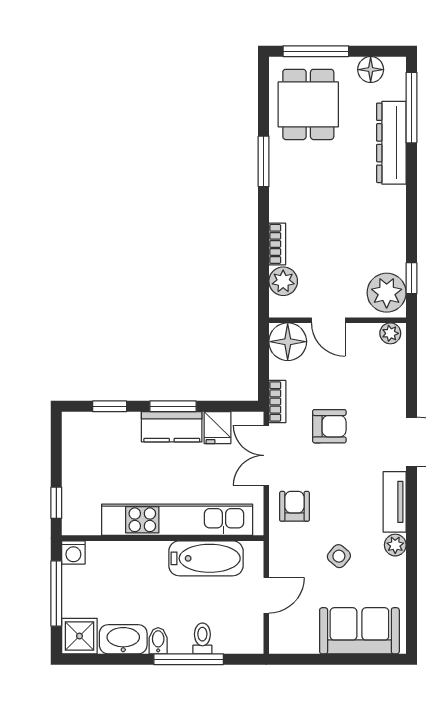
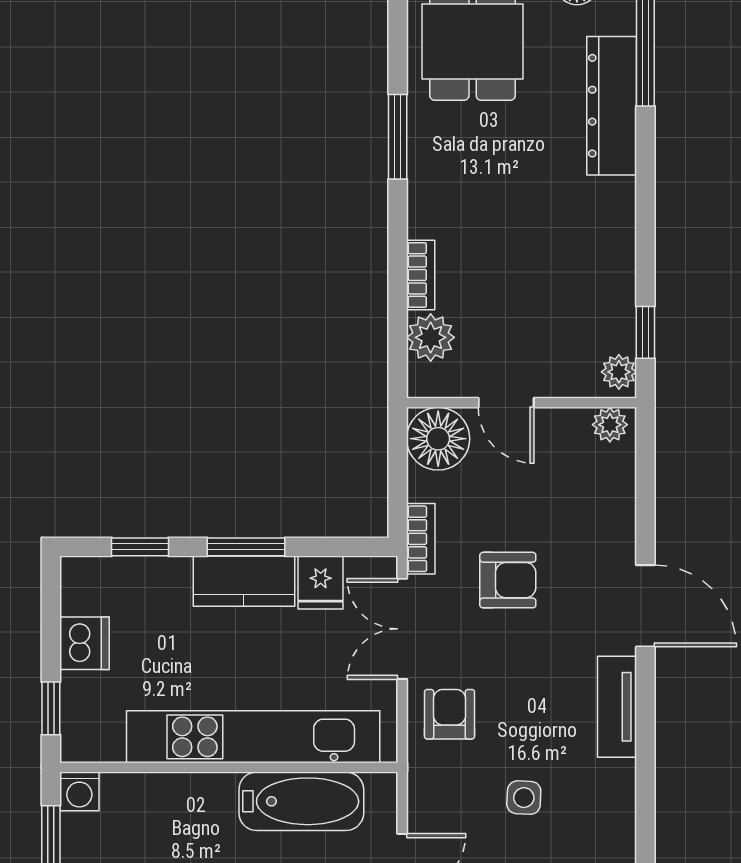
plant: (387, 293) -> (619, 372), width x0.53, depth x0.53
dishwasher: (76, 464) -> (85, 643), added
plant: (395, 545) -> (618, 779), removed
side table: (339, 556) -> (524, 798), turned -37

